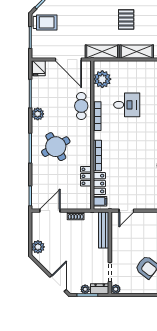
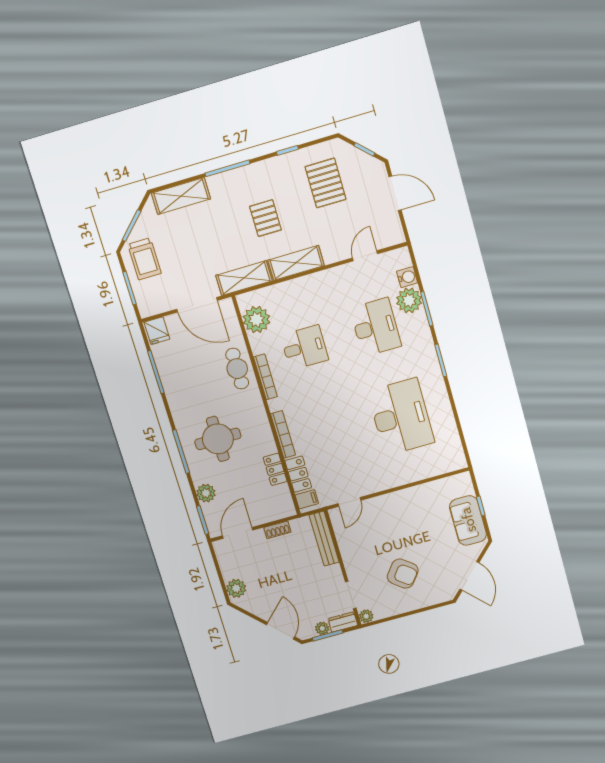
trolley: (45, 22) -> (144, 259), turned 90
plant: (38, 114) -> (206, 493), moved
round table: (56, 147) -> (218, 439), turned 30

